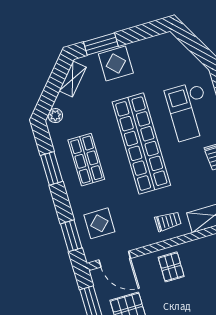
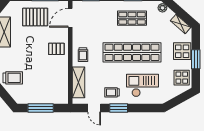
window: (101, 44) -> (196, 59), moved
display table: (99, 223) -> (182, 78), moved

